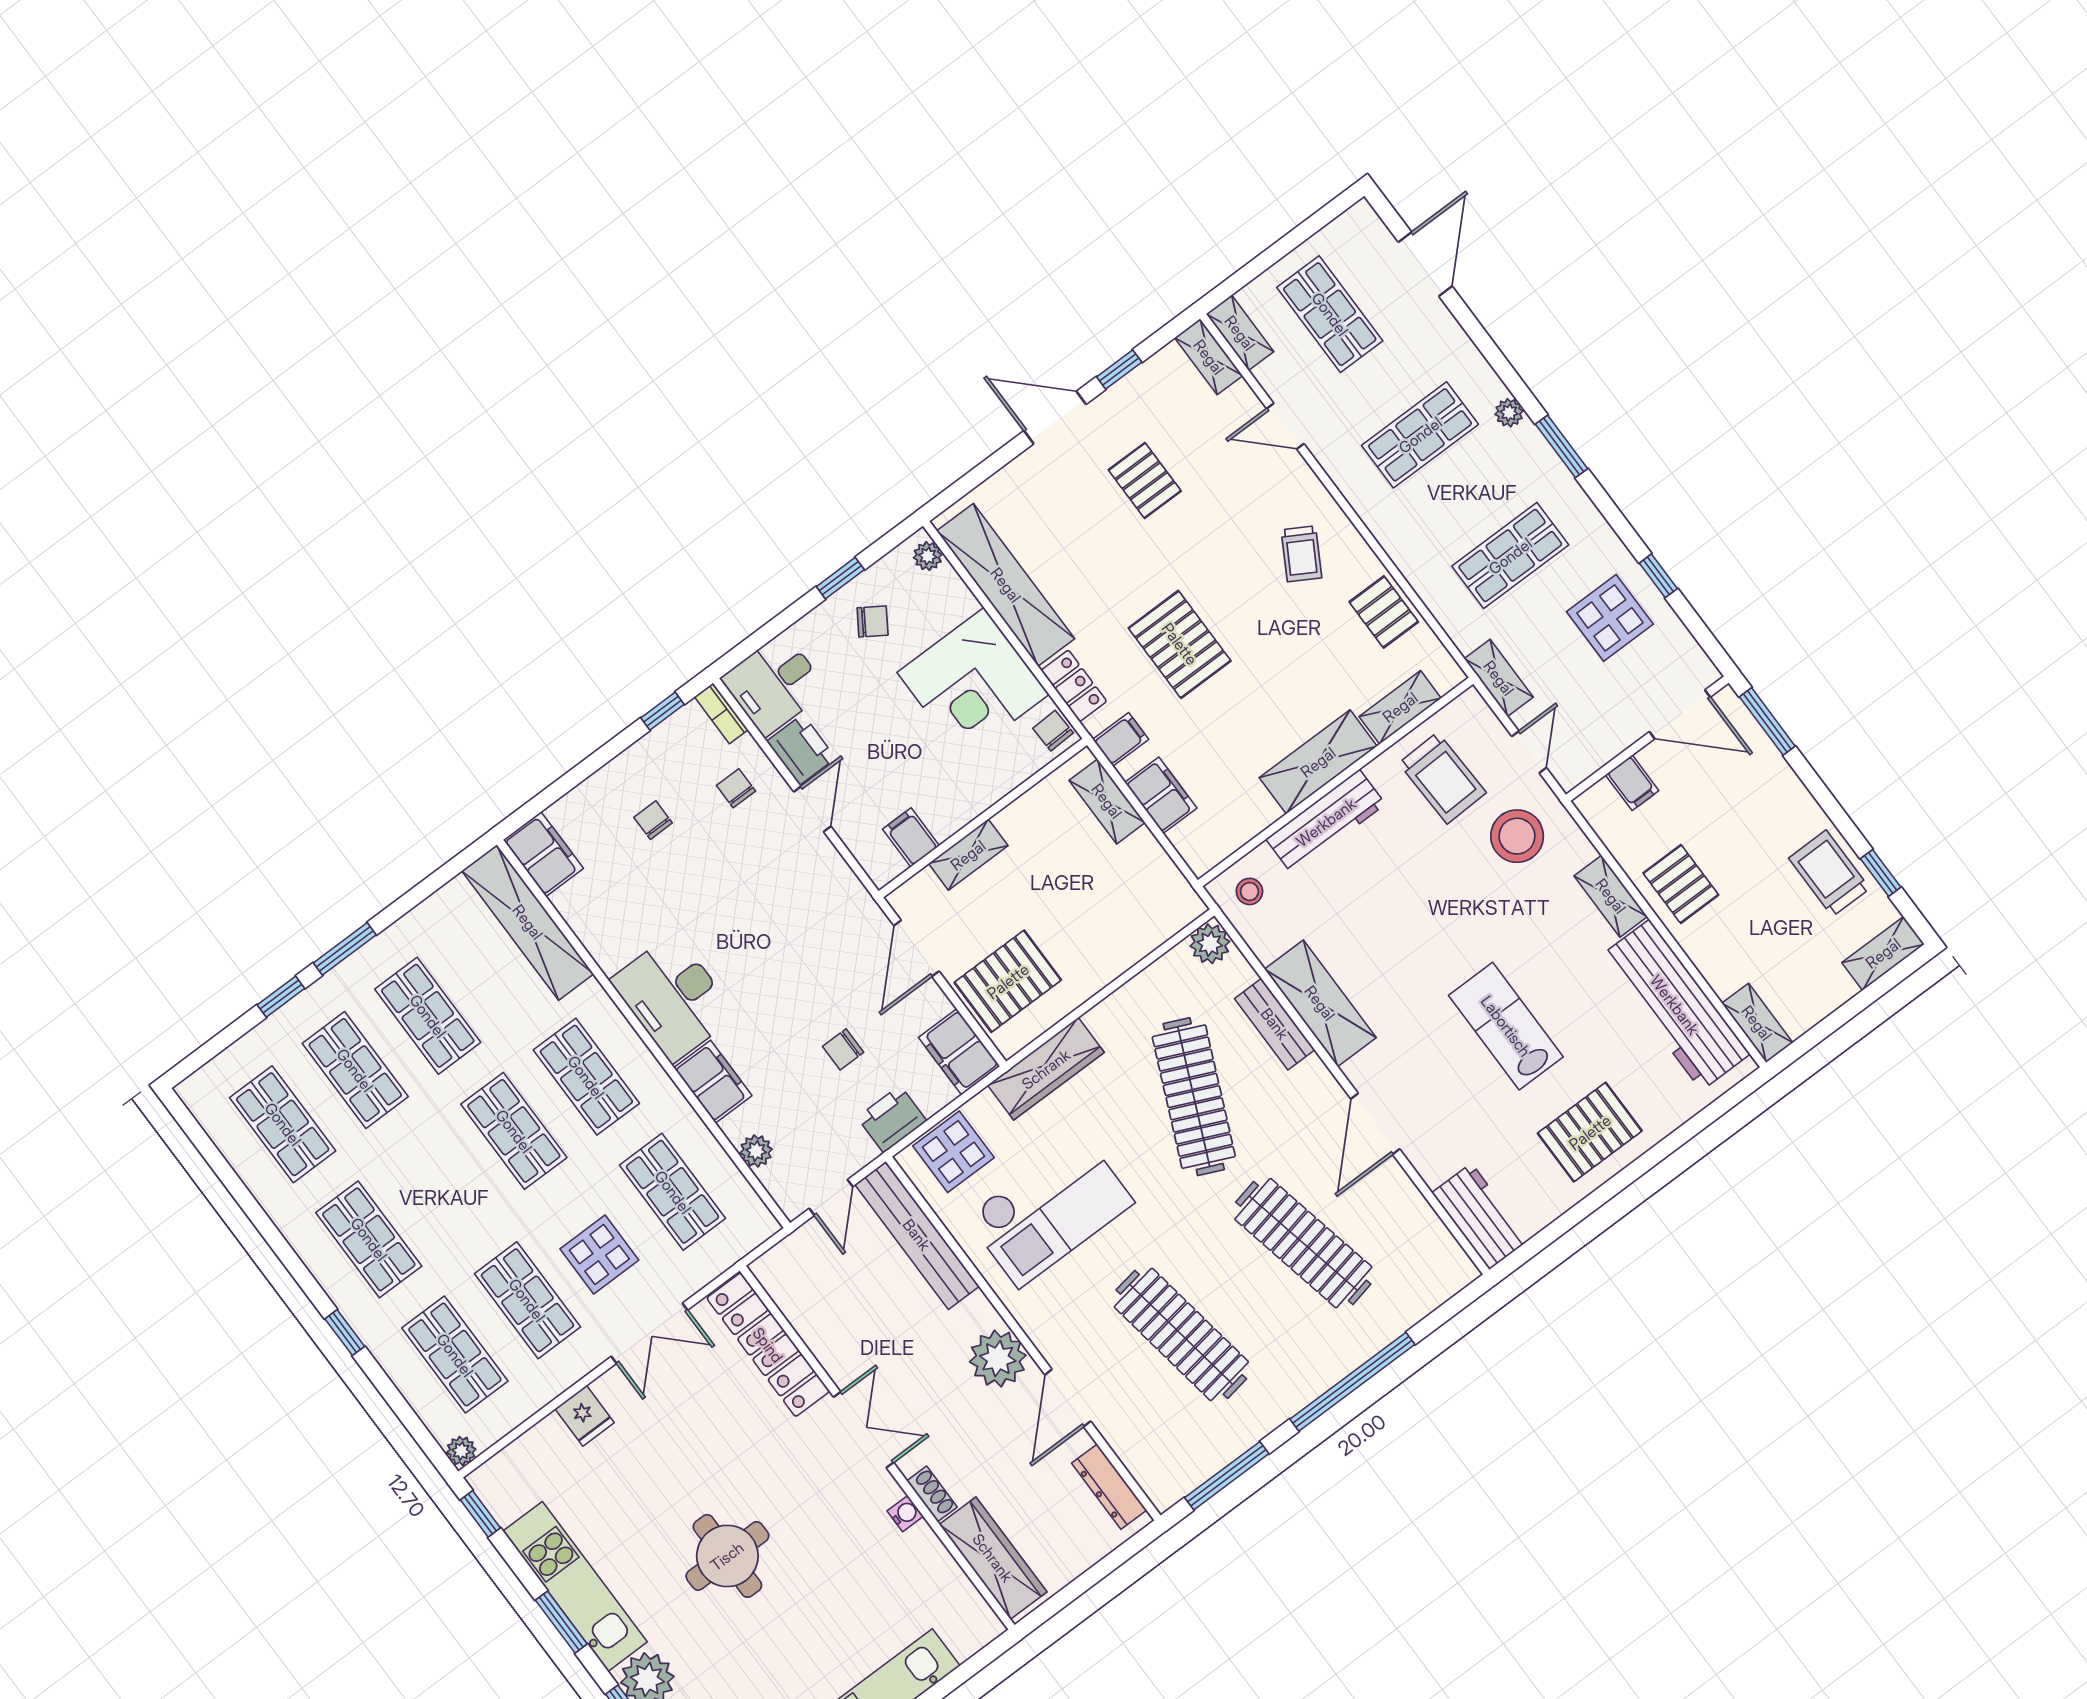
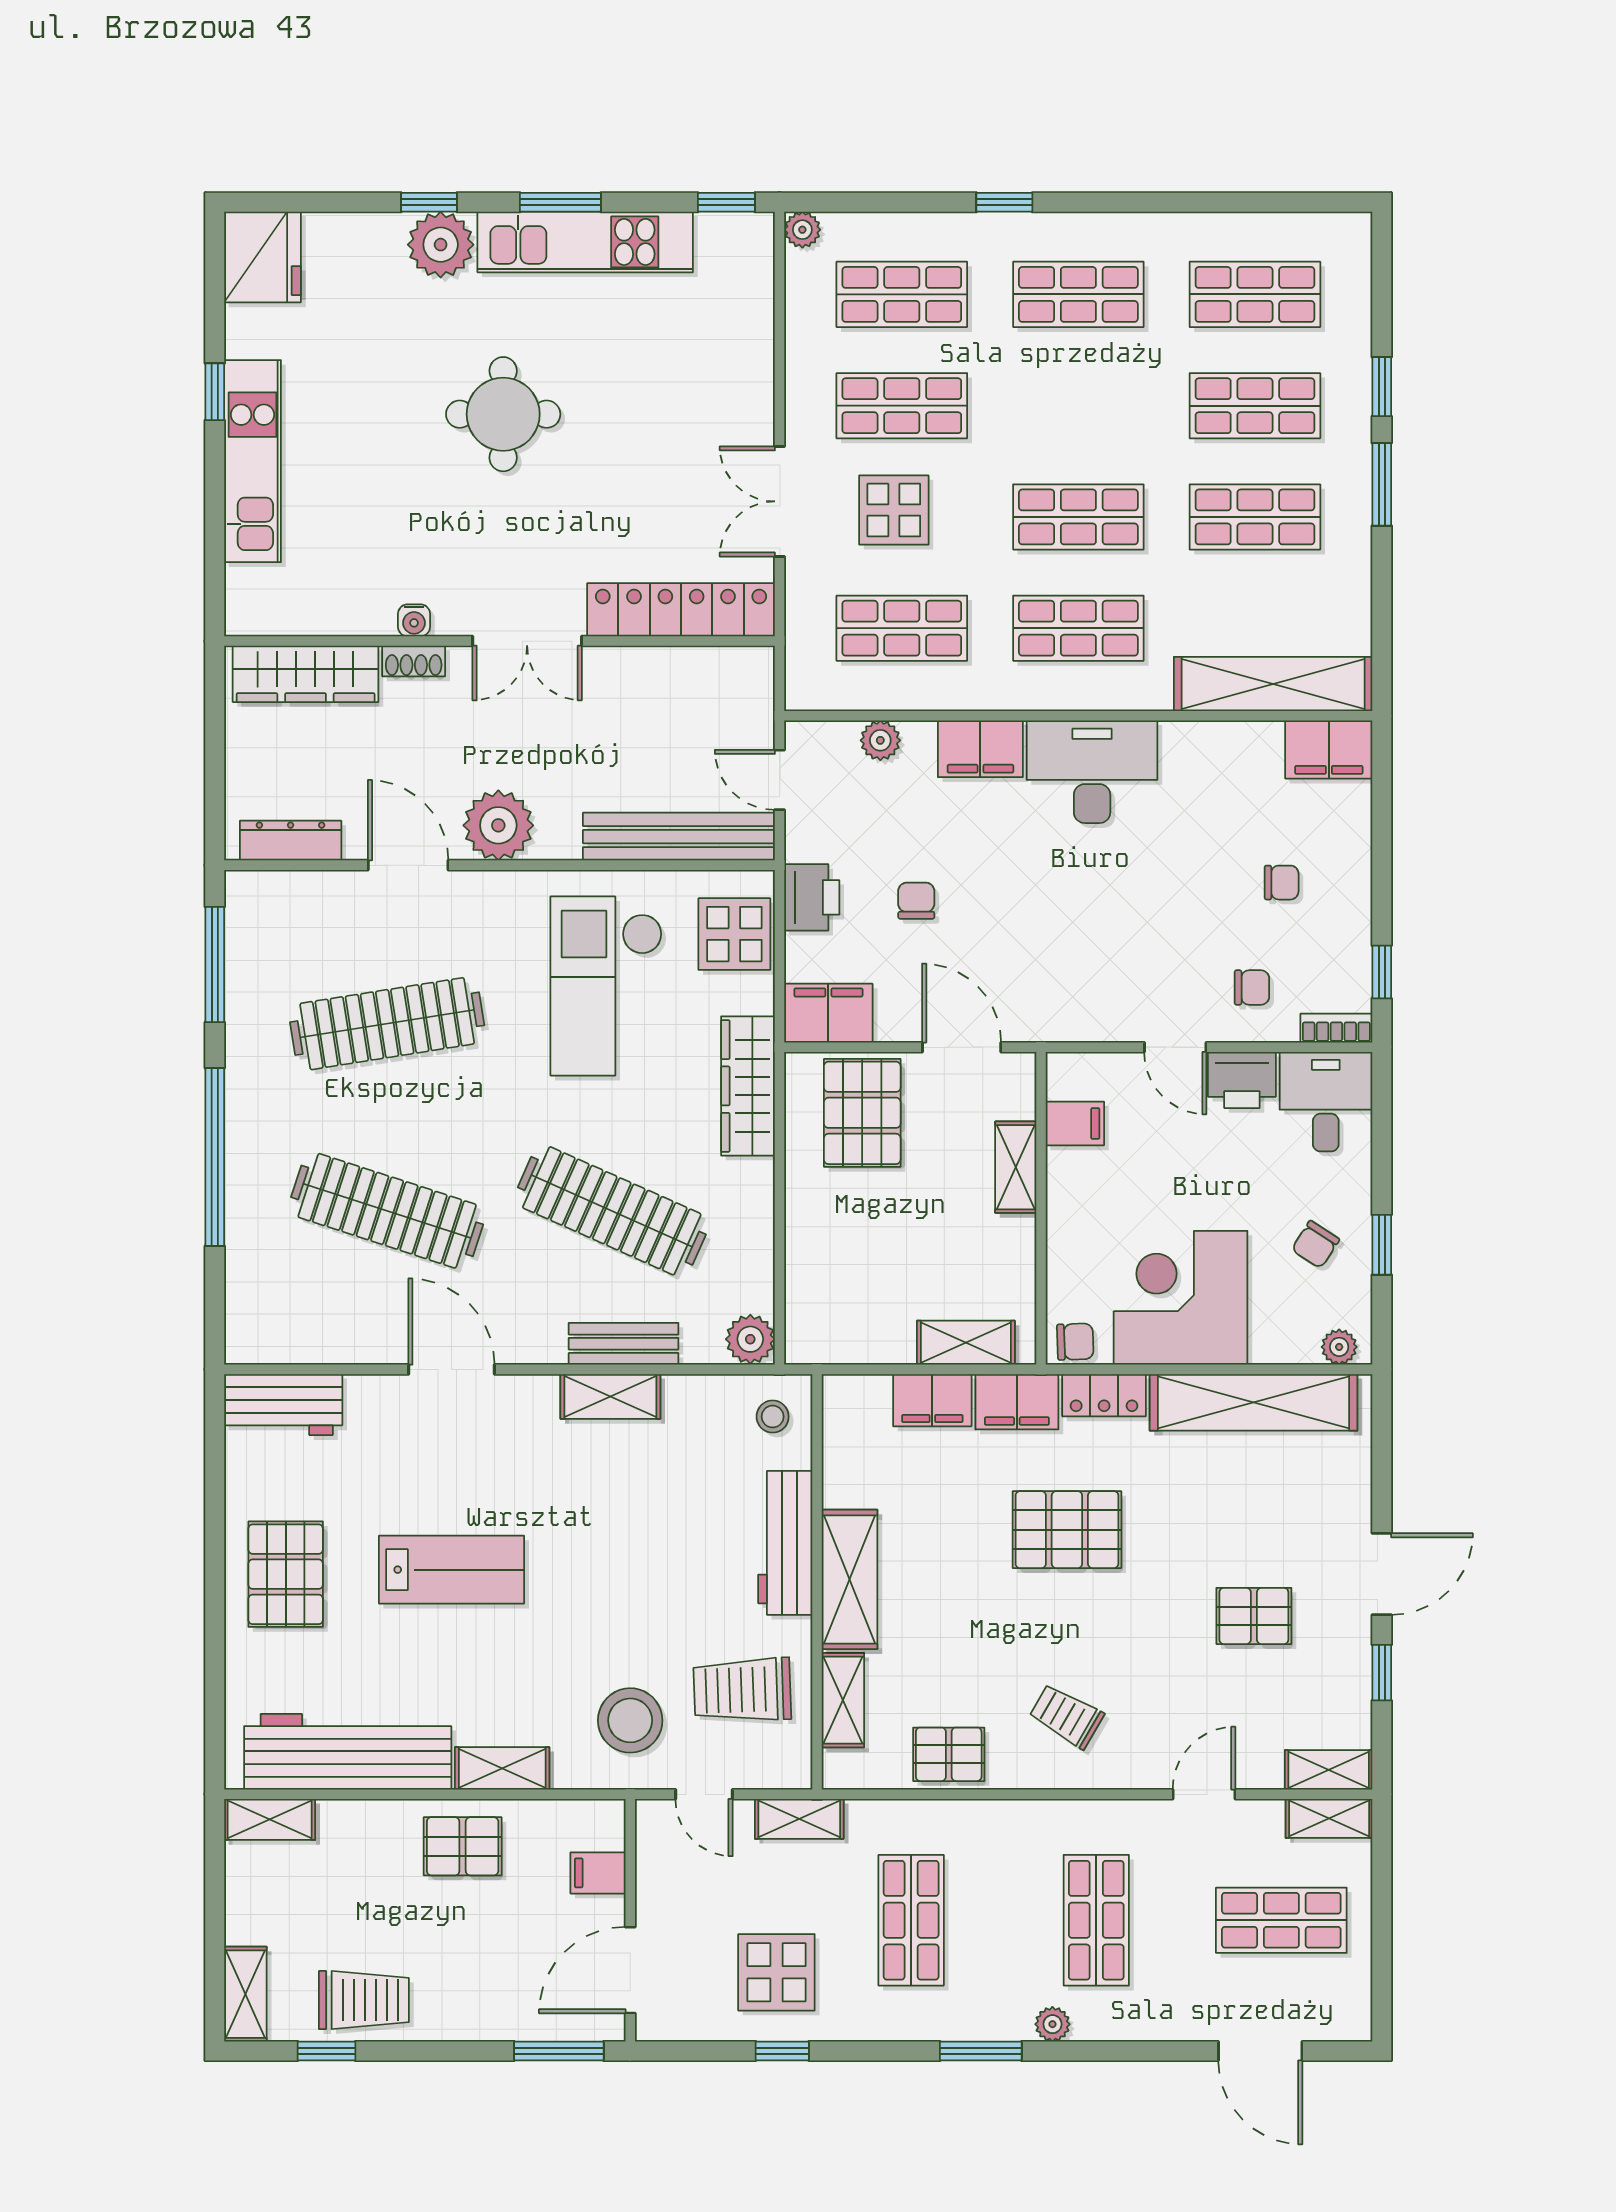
filing cabinet: (1121, 739) -> (1017, 1402), width x2.00
shelving: (1320, 1003) -> (610, 1396), width x0.67, depth x0.75
clothes rail: (1303, 1243) -> (387, 1211), turned 30
fridge: (585, 1416) -> (746, 377), removed

